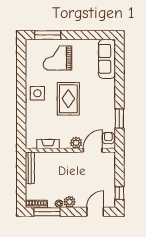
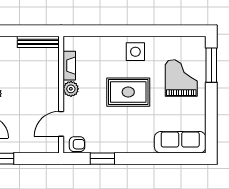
plant: (76, 143) -> (71, 89), moved
door: (93, 150) -> (61, 124), swing flipped

